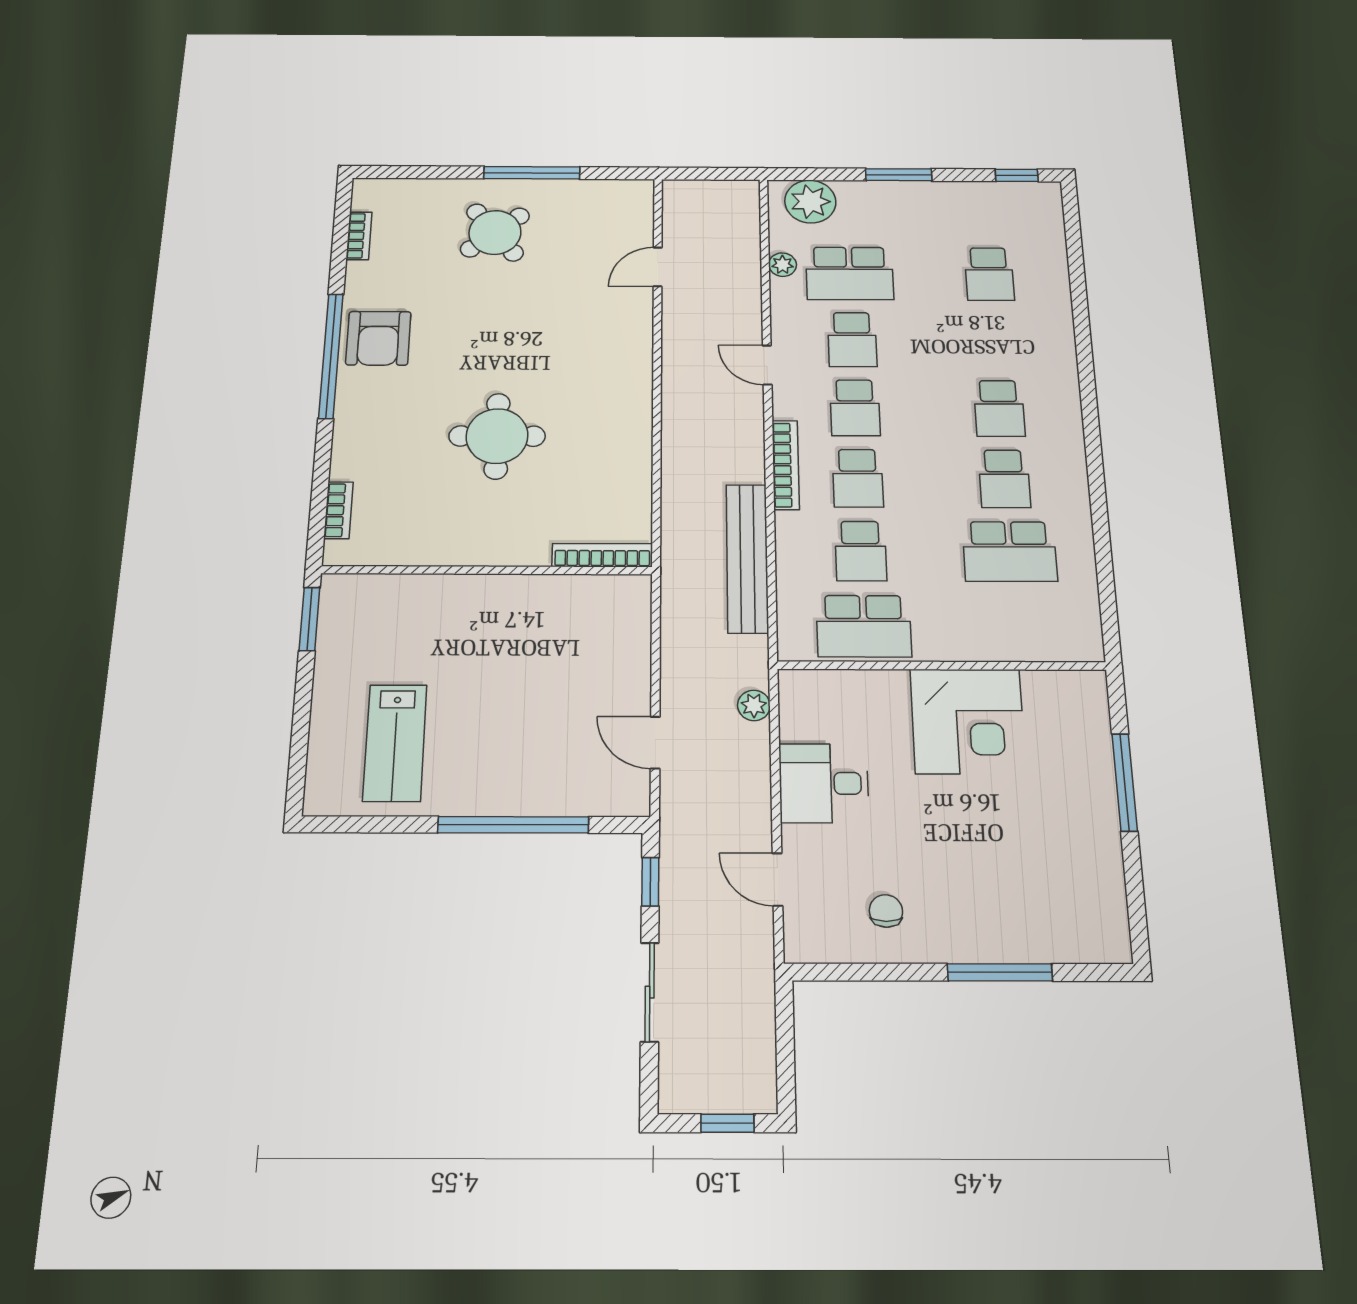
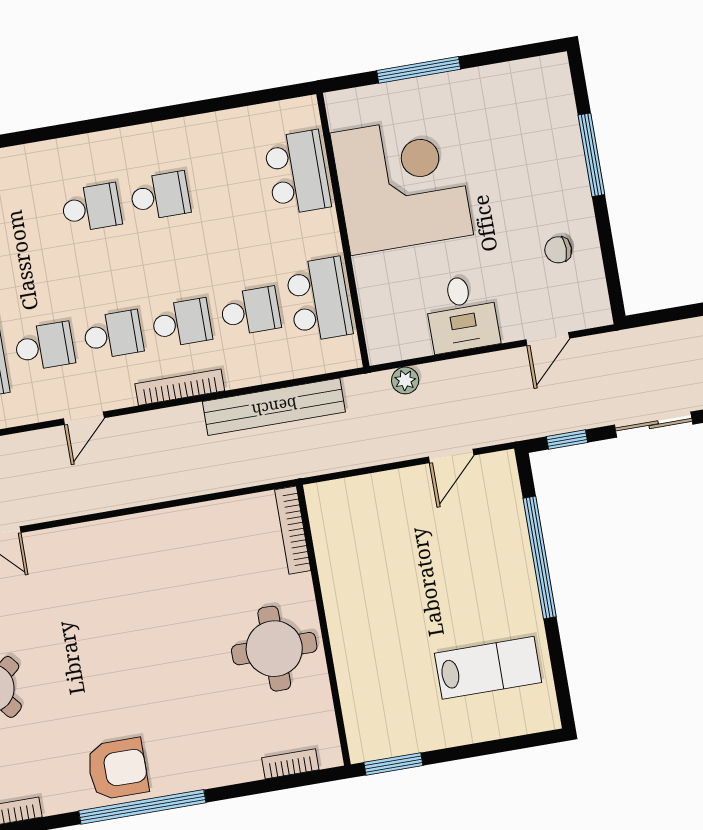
round table: (497, 436) -> (274, 649), moved
school desk: (1010, 551) -> (297, 173), moved
corner desk: (968, 721) -> (402, 184), width x1.36, depth x1.36

